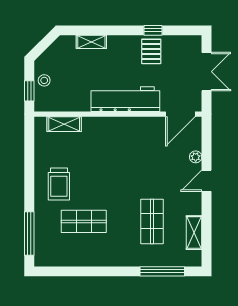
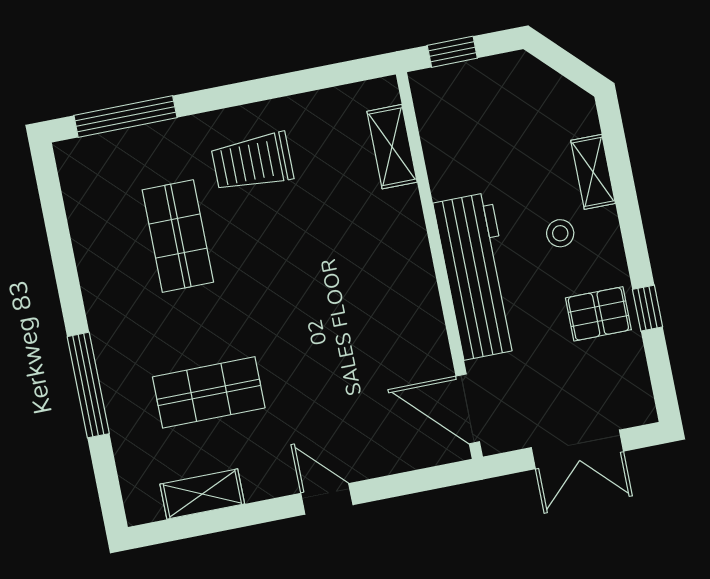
stool: (44, 80) -> (560, 233), moved
plant: (196, 157) -> (377, 463), removed
window: (162, 271) -> (88, 385), moved

